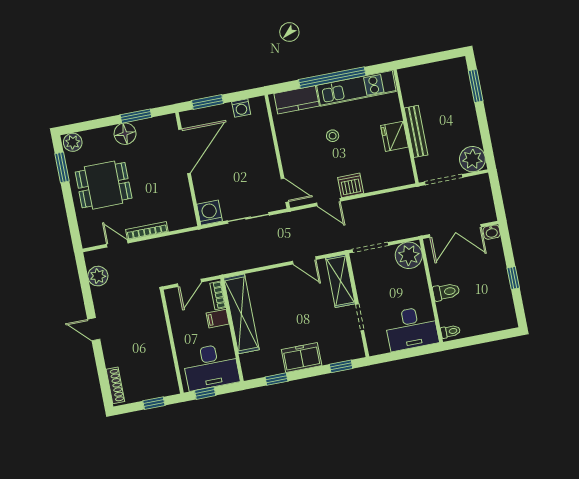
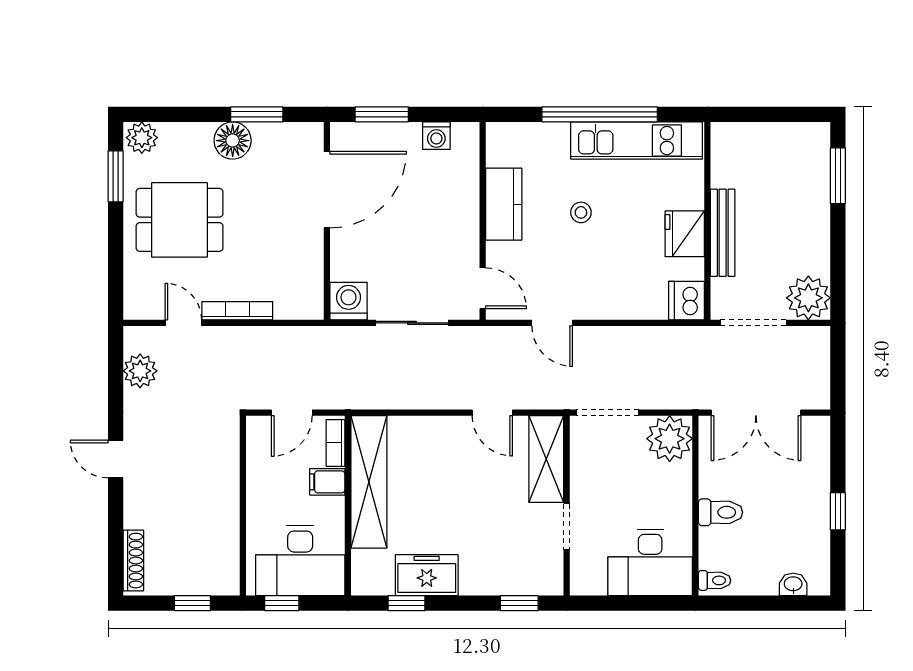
kitchen counter: (297, 100) -> (504, 204), moved, turned -90
dishwasher: (351, 185) -> (687, 301), moved, turned -90
washbasin: (492, 232) -> (793, 584), moved, turned 180
freezer: (302, 358) -> (427, 575), moved

